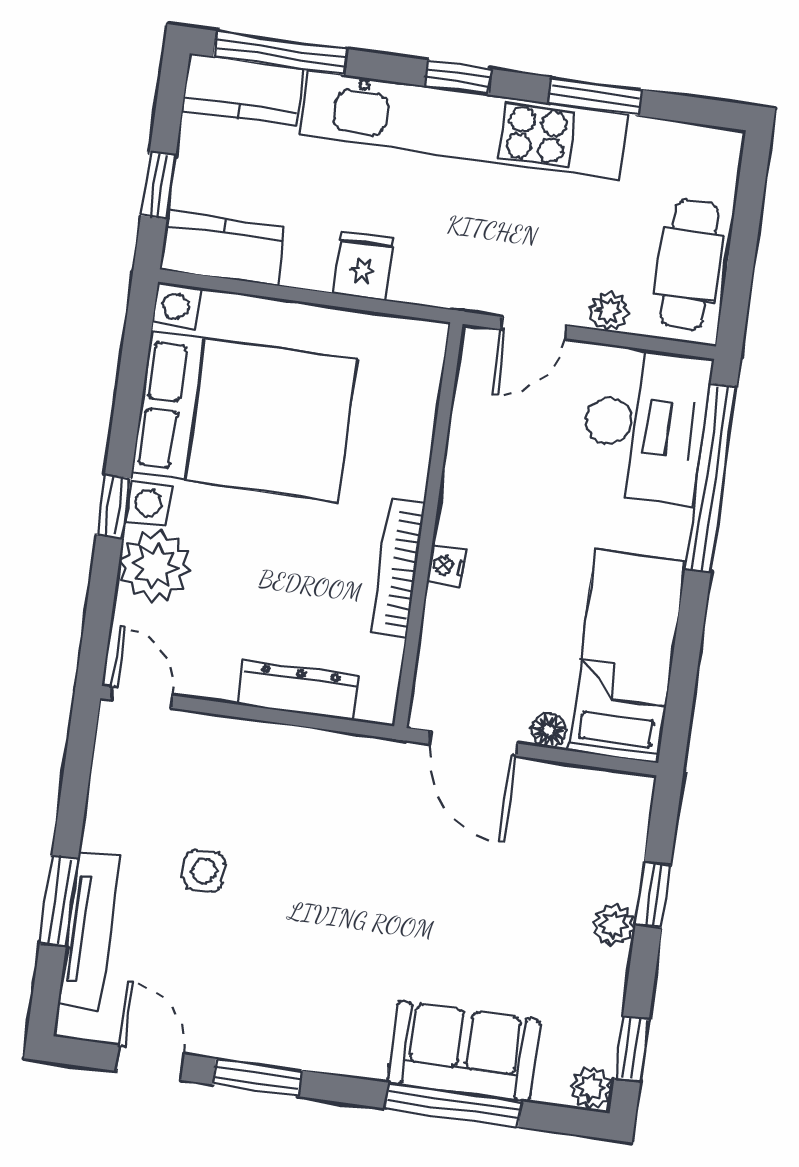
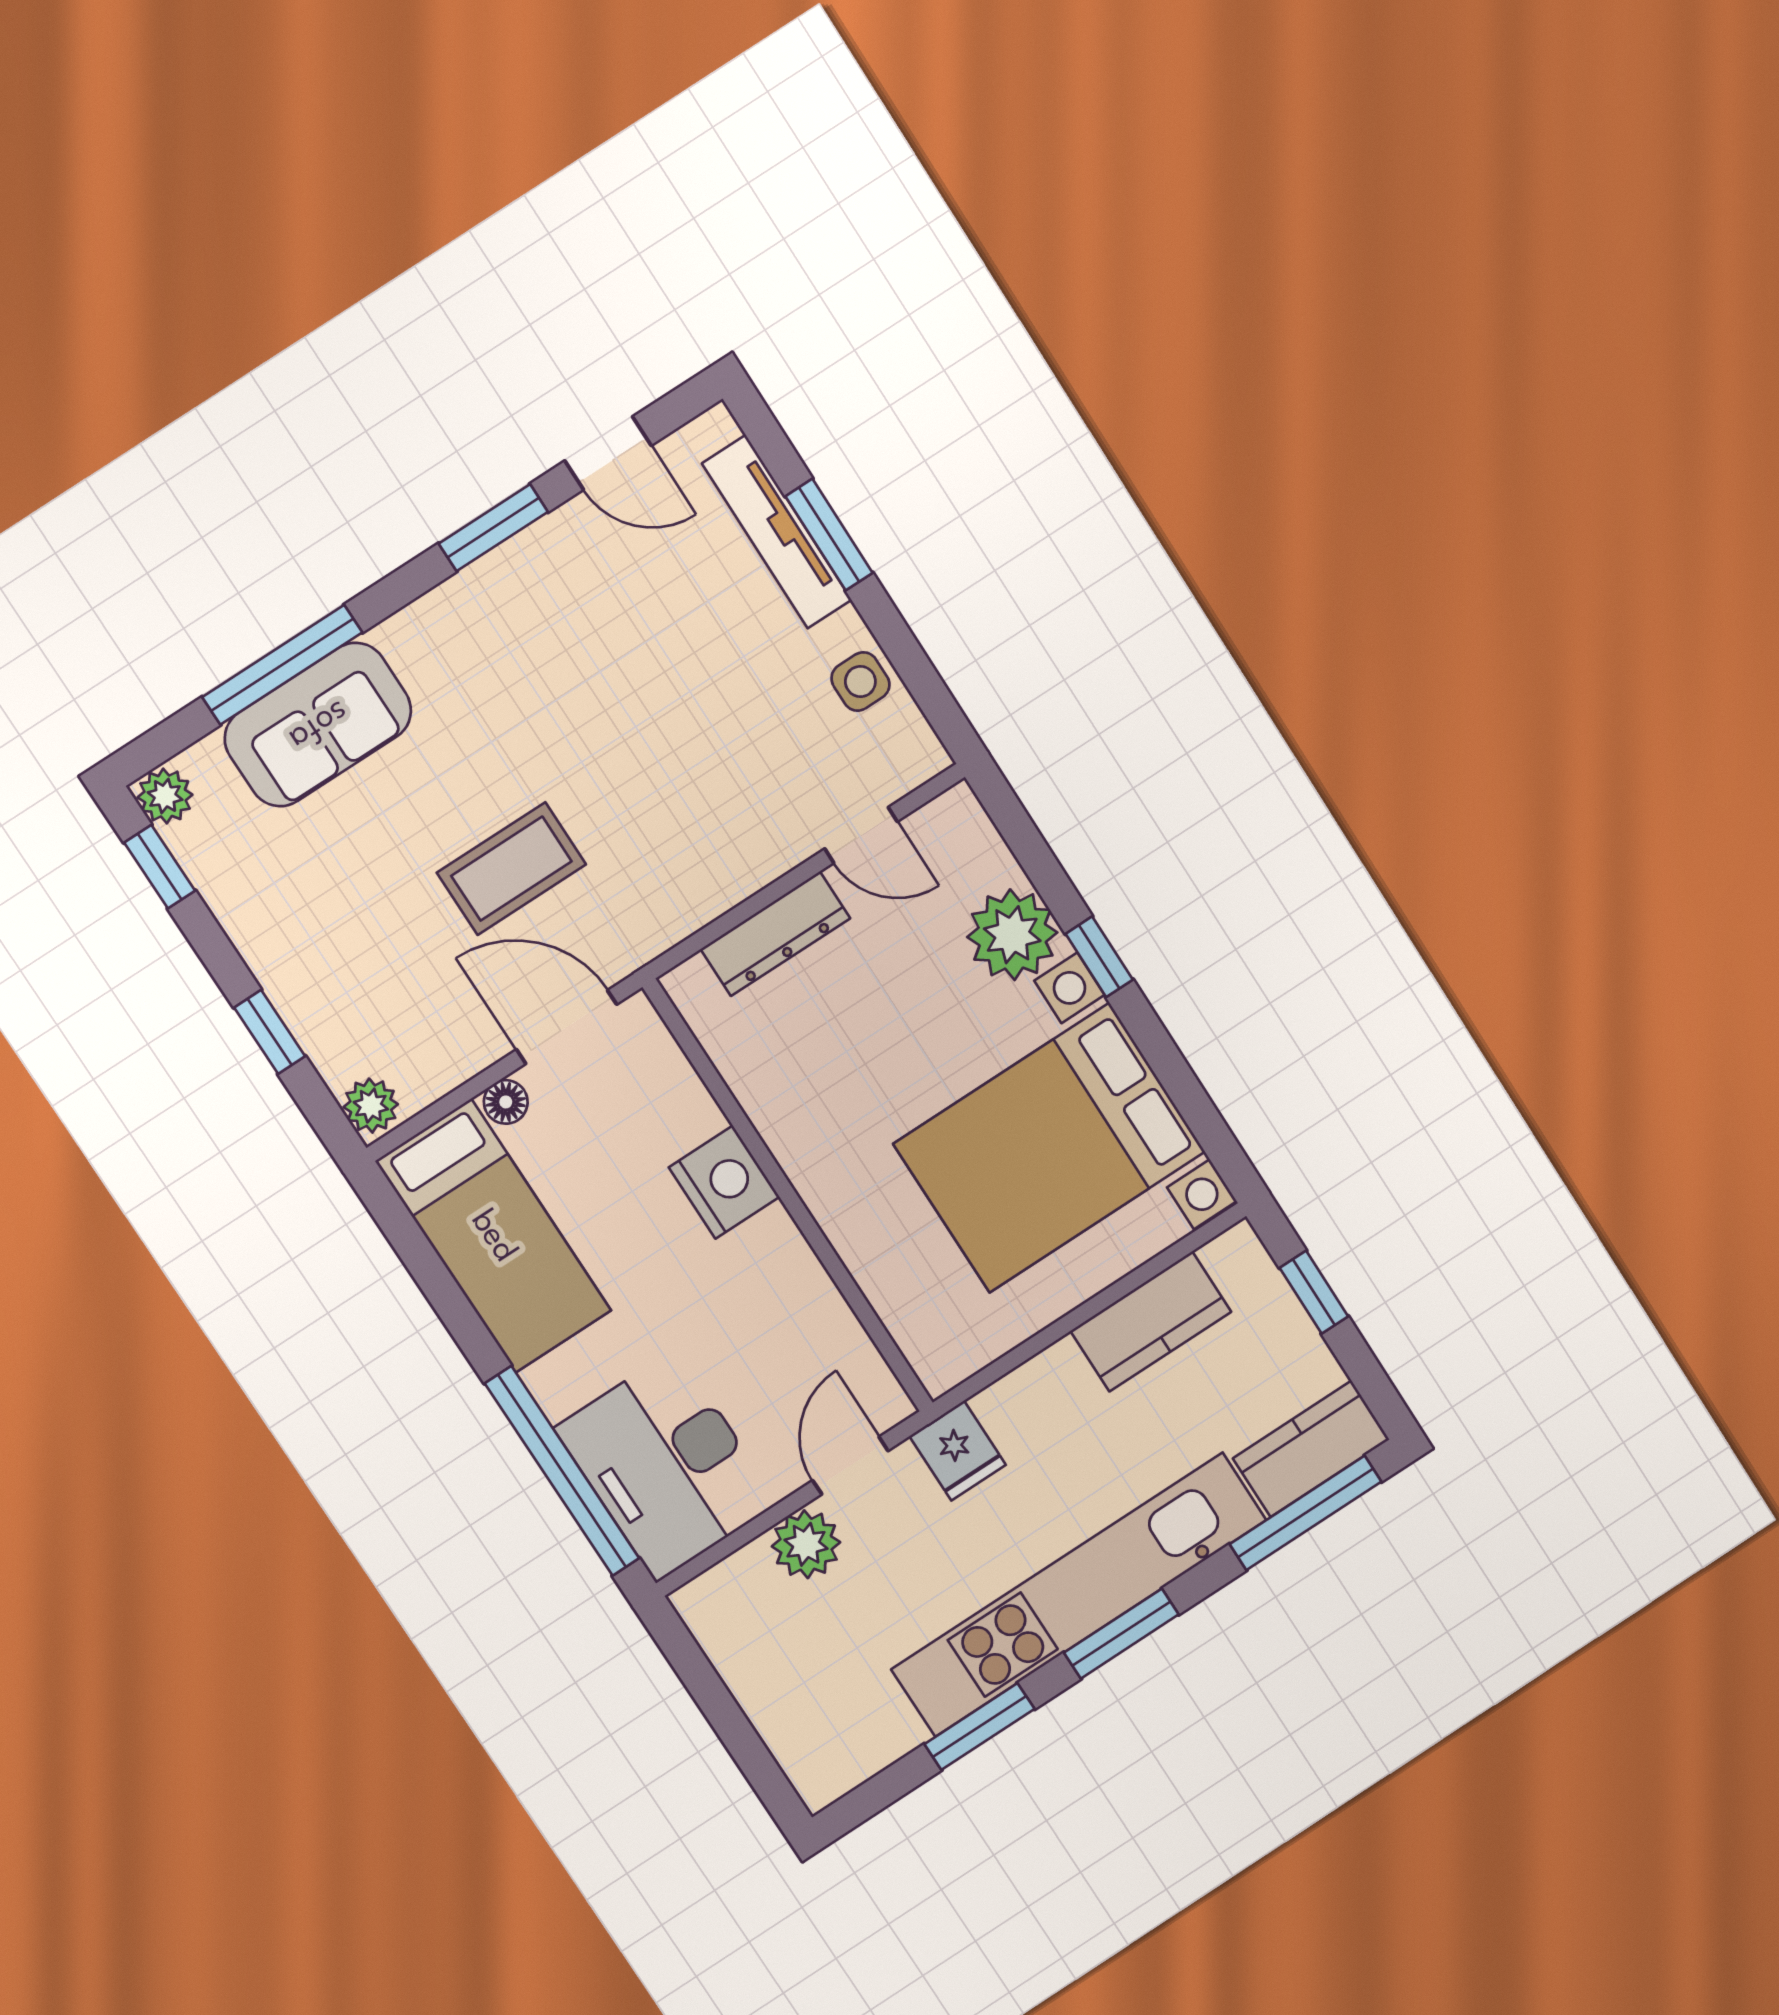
window: (458, 77) -> (1121, 1634), width x1.50
kitchen counter: (222, 248) -> (1151, 1321), moved
cafe table: (689, 265) -> (756, 1650), removed
fridge: (363, 266) -> (958, 1451), moved
plant: (609, 311) -> (806, 1544), width x1.38, depth x1.38
nightstand: (446, 566) -> (724, 1182), width x1.89, depth x1.79
bookcase: (399, 569) -> (781, 1131), removed
door: (142, 698) -> (861, 835), moved
coffee table: (423, 867) -> (511, 869), added
side table: (204, 871) -> (860, 682), moved
plant: (614, 925) -> (371, 1106), moved

